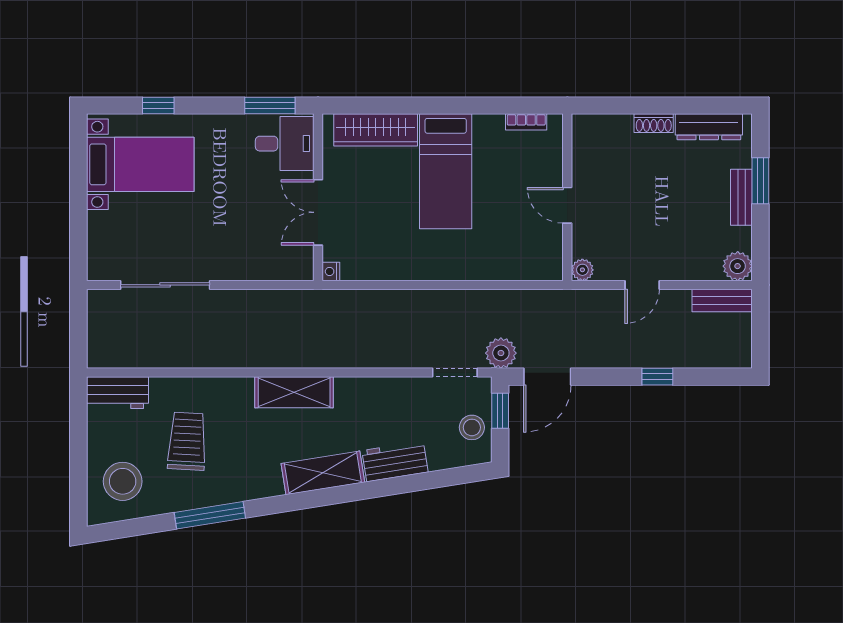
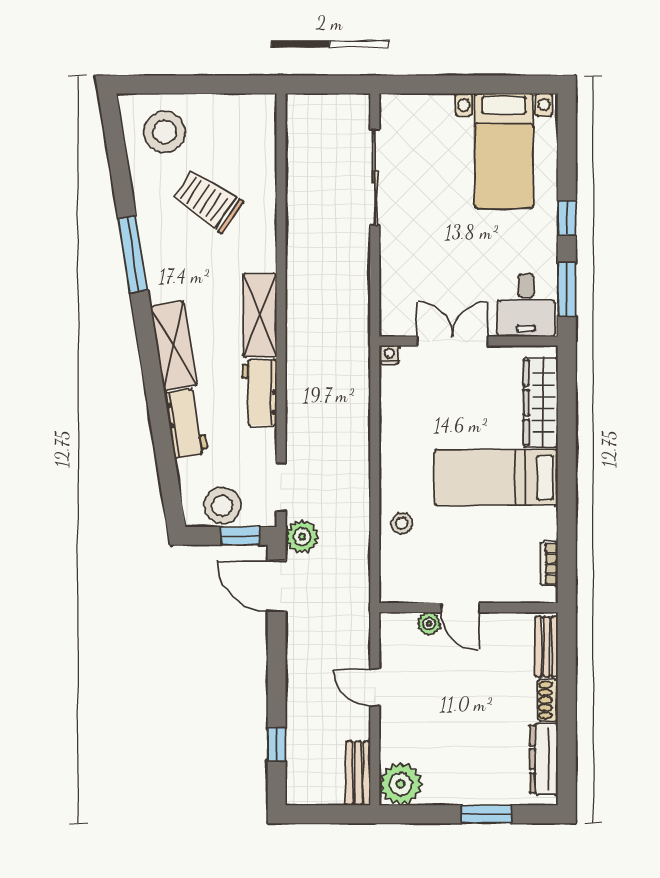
window: (158, 105) -> (567, 218), moved
bench: (741, 197) -> (546, 647), moved, turned 90
door: (567, 205) -> (460, 608), swing flipped
stool: (489, 260) -> (402, 523), added
plant: (738, 266) -> (401, 784), width x1.36, depth x1.36
plant: (582, 270) -> (429, 624), moved
window: (657, 377) -> (277, 744), moved
workbench: (117, 393) -> (260, 392), moved
stool: (472, 427) -> (222, 505), width x1.38, depth x1.38
trolley: (187, 441) -> (208, 201), turned -149
window: (210, 515) -> (133, 255), moved

